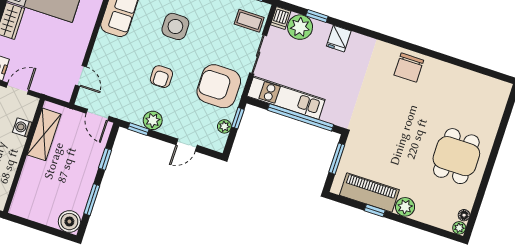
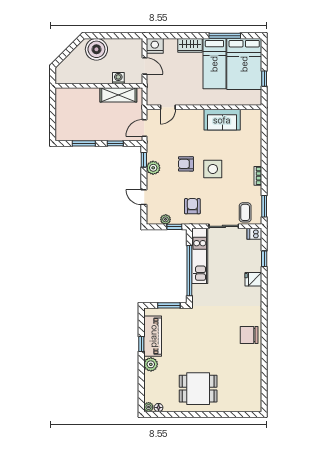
side table: (175, 26) -> (213, 169), moved
plant: (300, 27) -> (252, 249), removed
armchair: (219, 86) -> (192, 206), width x0.53, depth x0.53
boiler: (69, 222) -> (63, 133), removed

